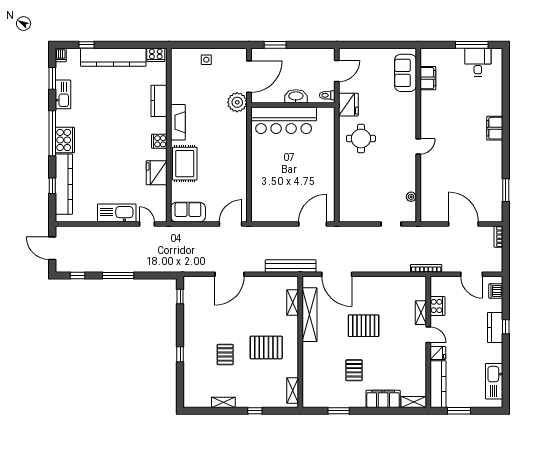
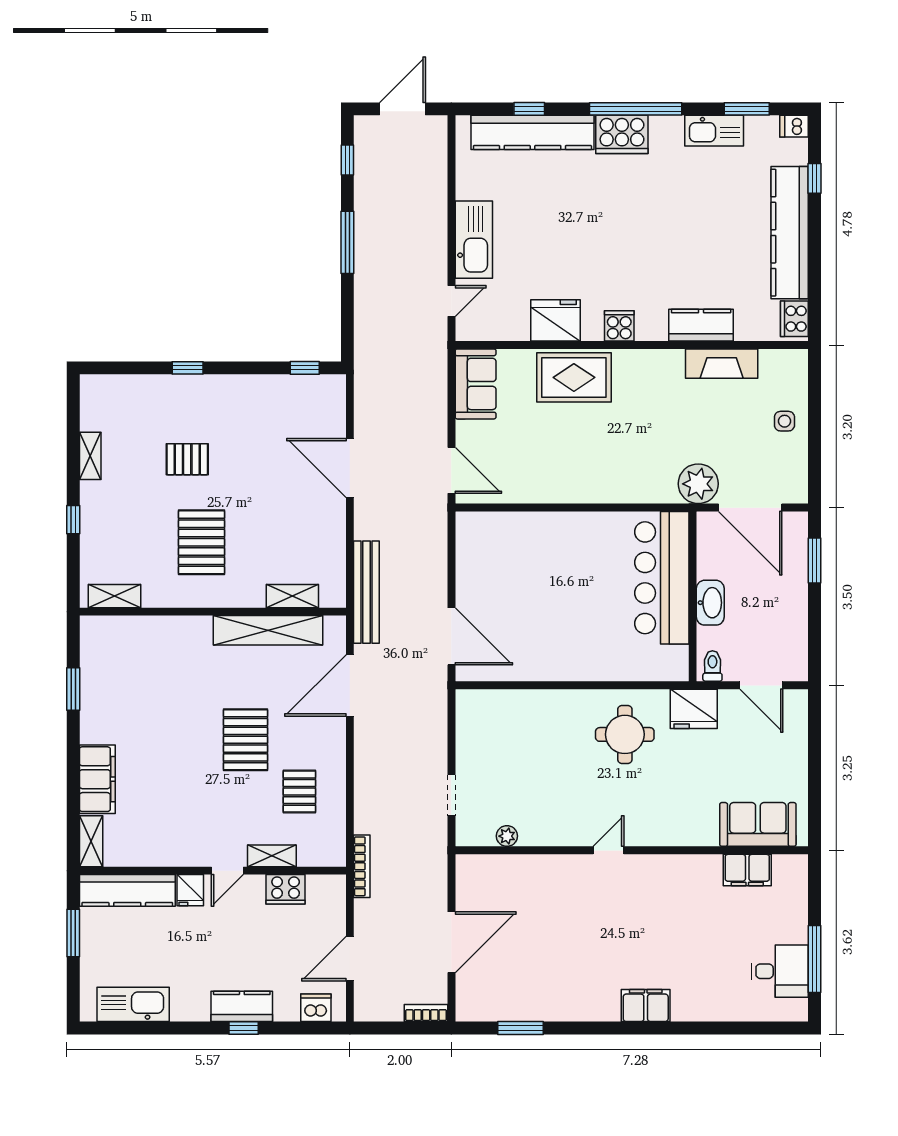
fireplace: (178, 122) -> (722, 364), moved
door: (418, 147) -> (609, 850), swing flipped
pallet: (354, 370) -> (299, 792), moved, turned 90

